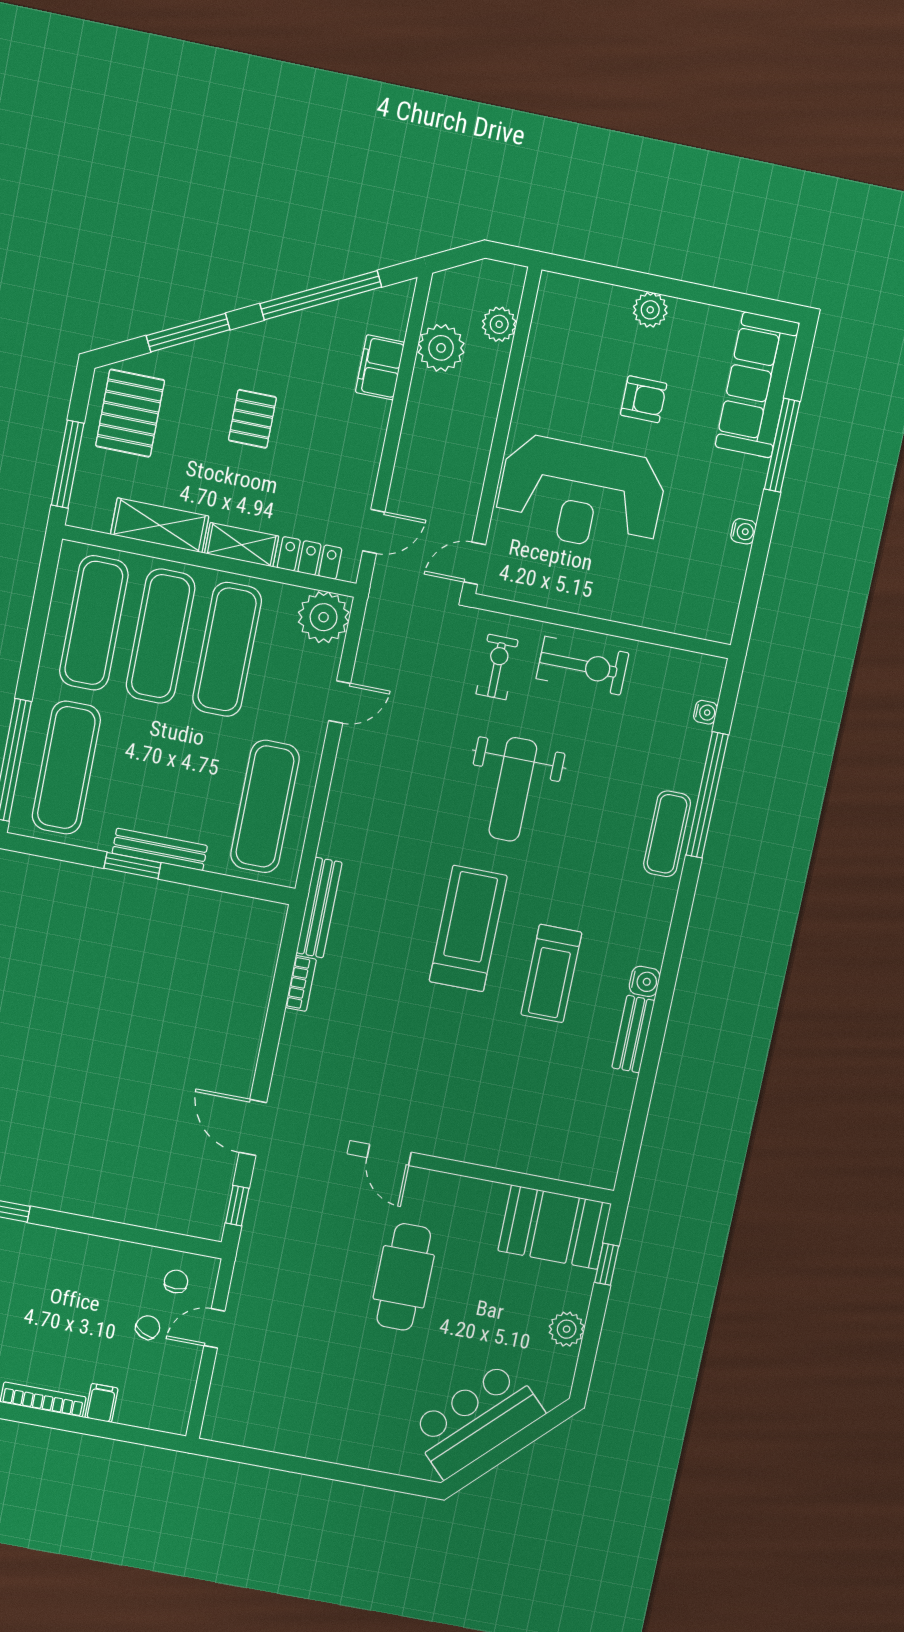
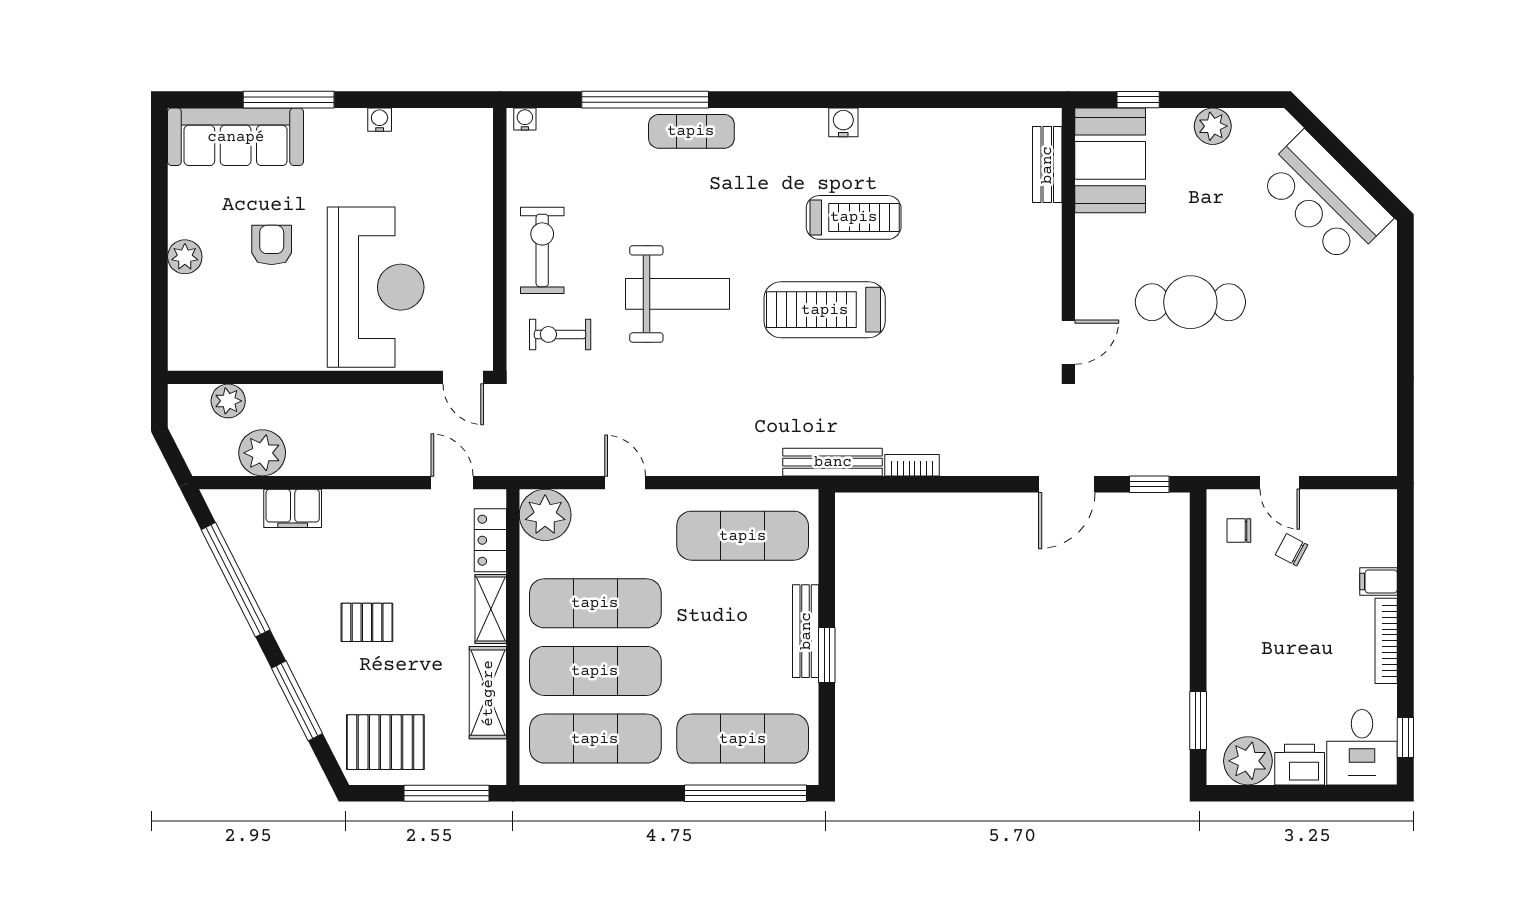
water cooler: (705, 712) -> (525, 119), moved
bench: (633, 1034) -> (1047, 165), moved, turned 90

